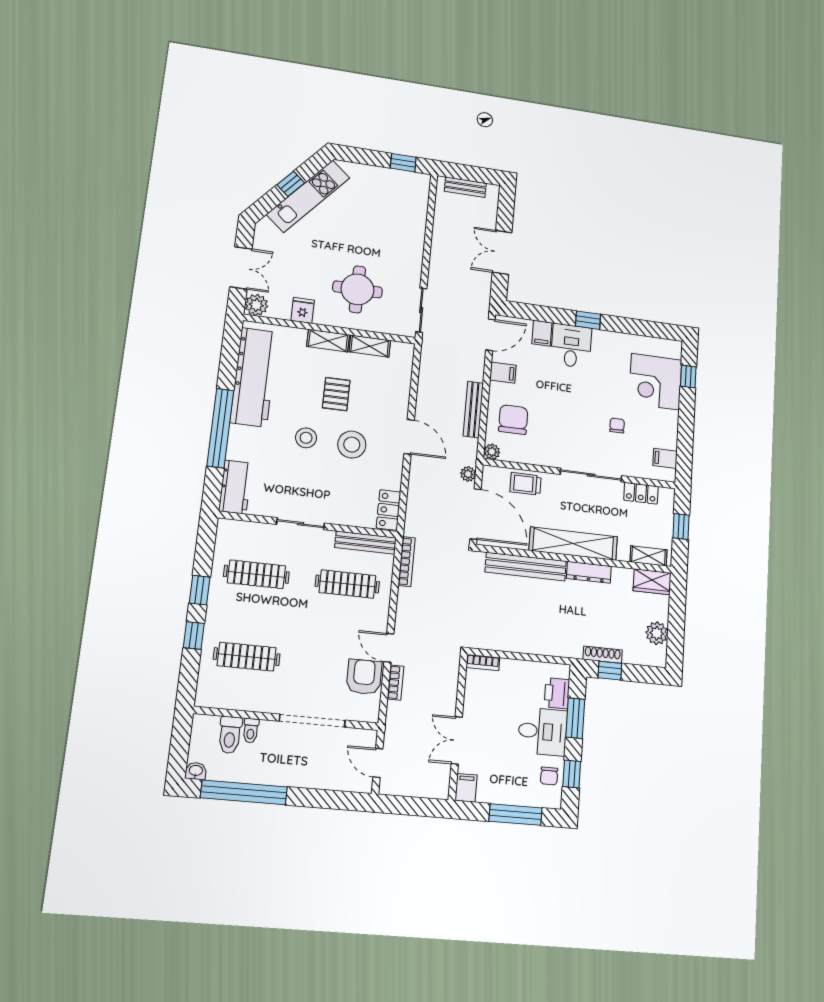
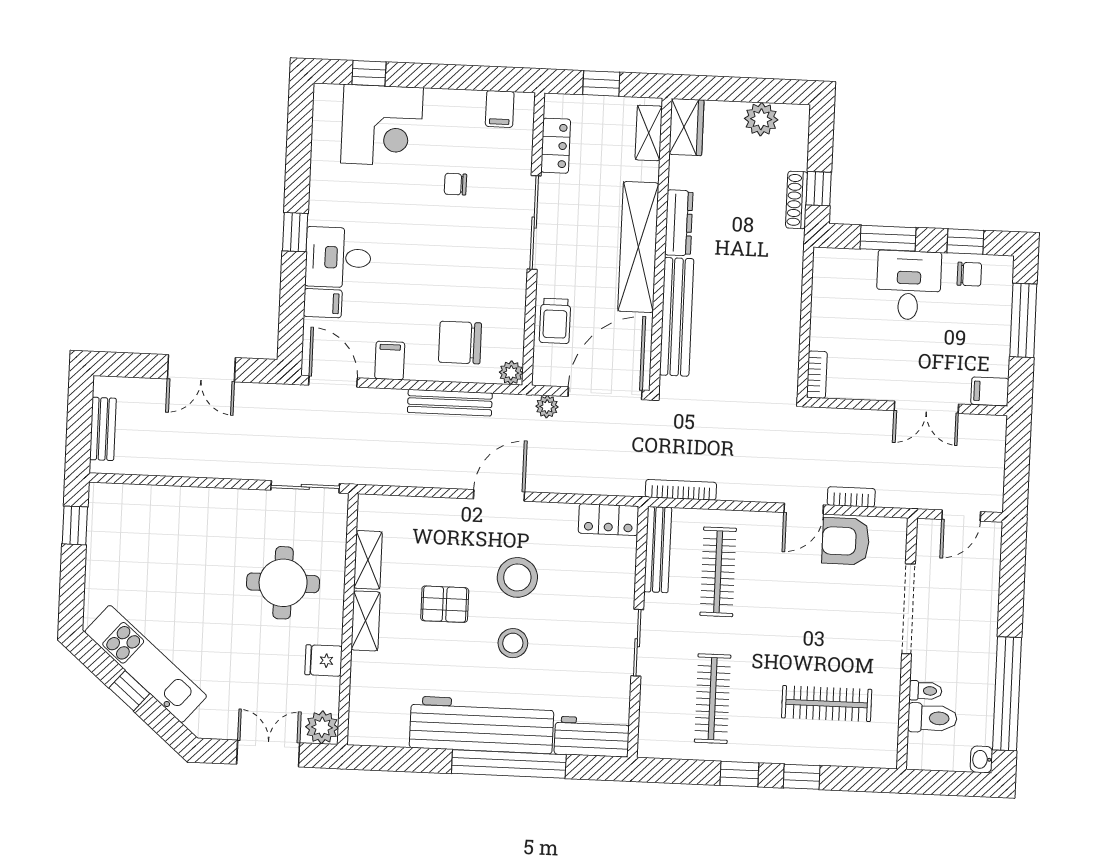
workbench: (254, 377) -> (482, 725), moved
clothes rail: (247, 657) -> (827, 704), turned 90
printer: (557, 693) -> (854, 266), removed

